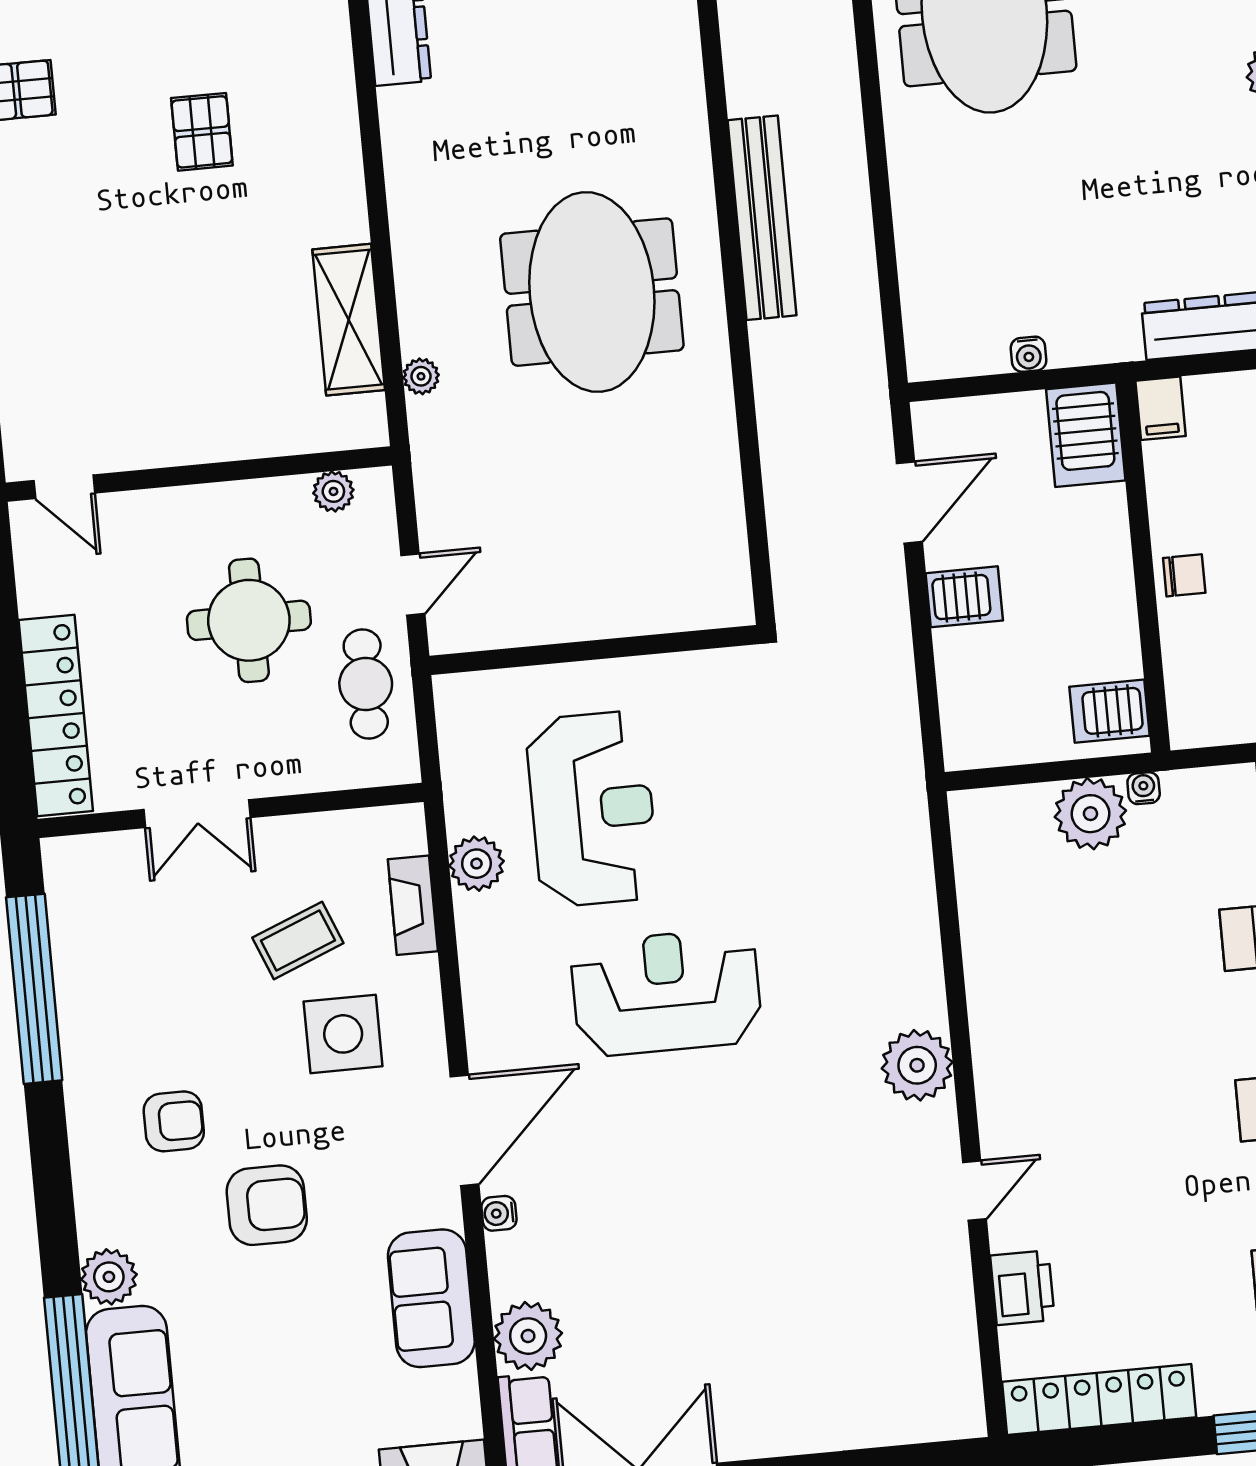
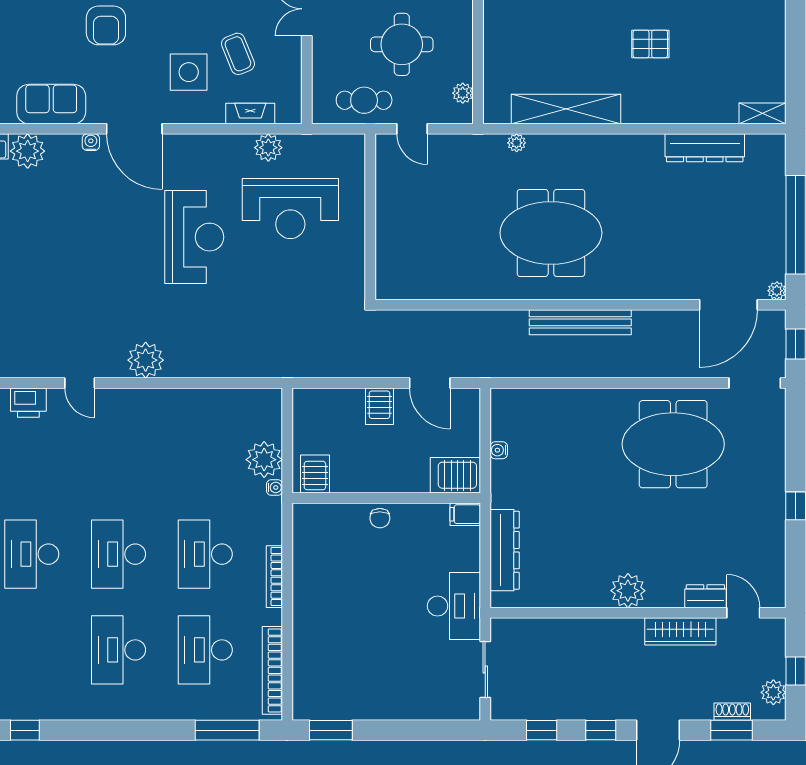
shelving: (349, 320) -> (566, 109), width x1.47

